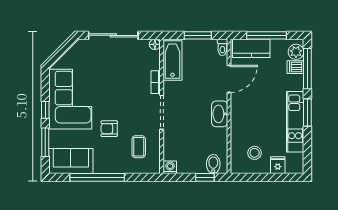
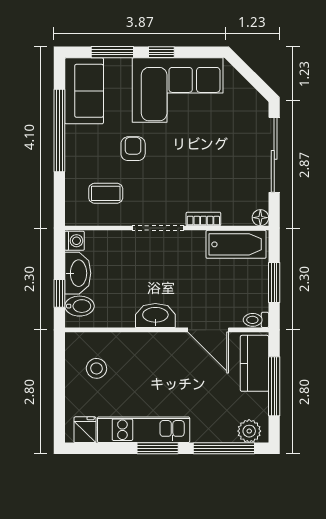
dishwasher: (295, 67) -> (226, 430), removed
washbasin: (192, 165) -> (78, 273), added
fridge: (278, 165) -> (85, 430), moved, turned -90

